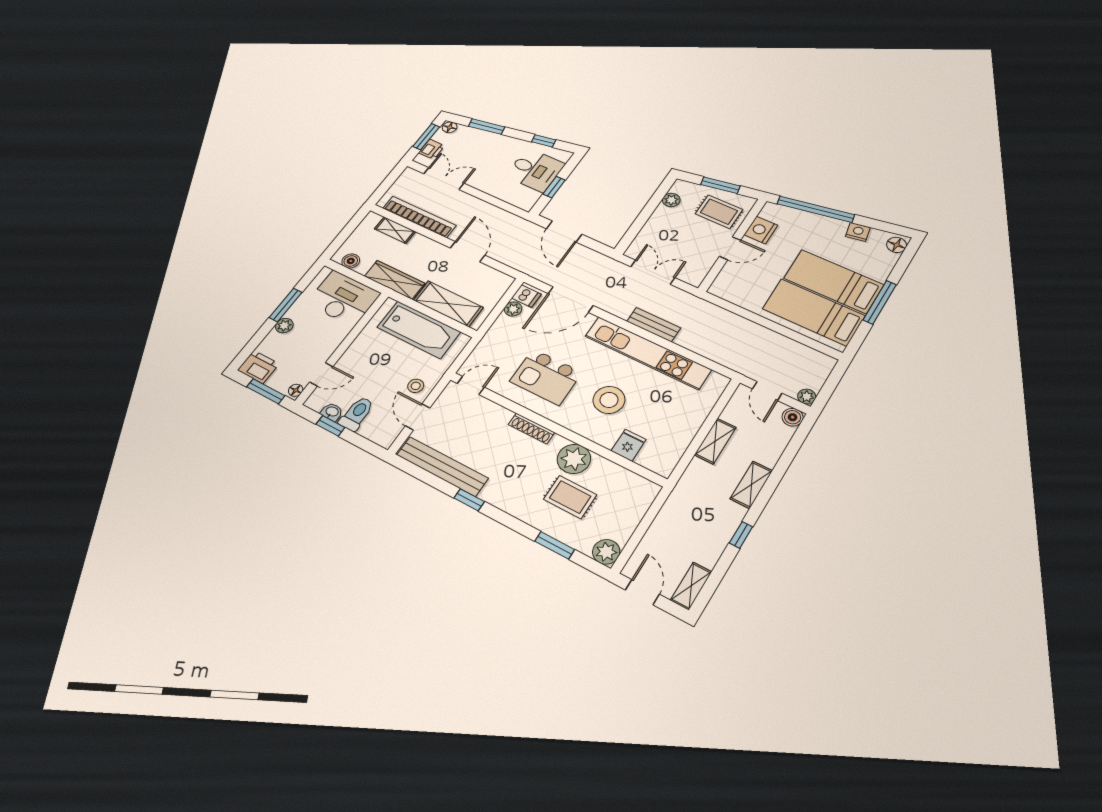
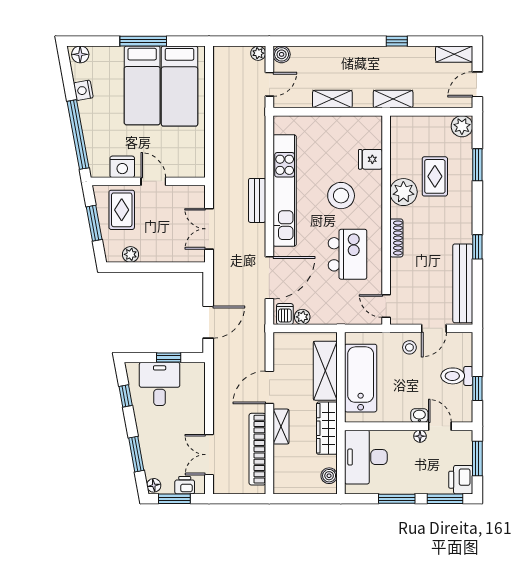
shelving: (395, 230) -> (281, 427), moved
door: (571, 300) -> (269, 278), hinge flipped
plant: (284, 326) -> (415, 486), removed
window: (252, 345) -> (445, 499), added
floor lamp: (296, 390) -> (420, 436), moved
washbasin: (332, 412) -> (419, 416), moved, turned 90
shelving: (751, 485) -> (393, 99), moved

